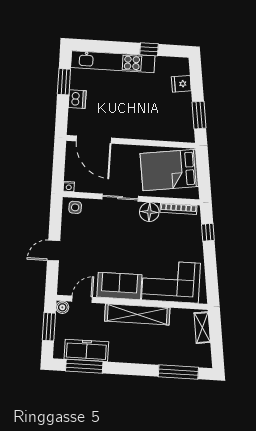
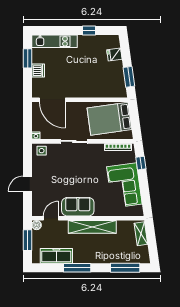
kitchen unit: (113, 62) -> (55, 41), width x0.73
floor lamp: (149, 212) -> (97, 151), removed
corner sofa: (171, 282) -> (124, 185), moved, turned -98
window: (84, 366) -> (77, 268), moved

